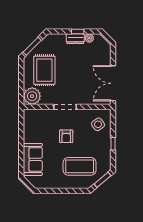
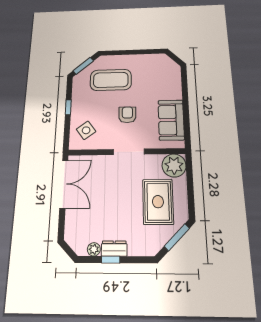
sofa: (33, 159) -> (171, 120), moved

